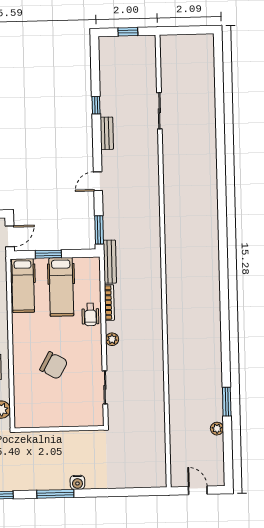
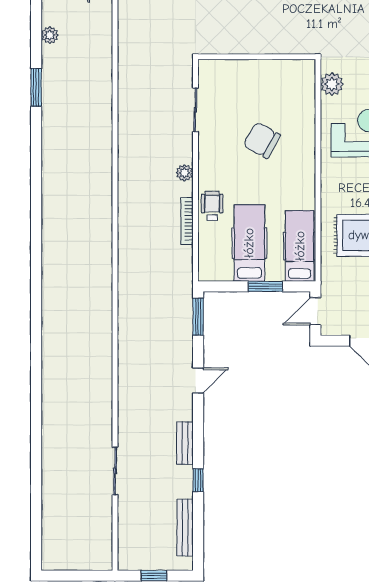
bench: (110, 262) -> (185, 528), moved
plant: (217, 429) -> (50, 35), moved

